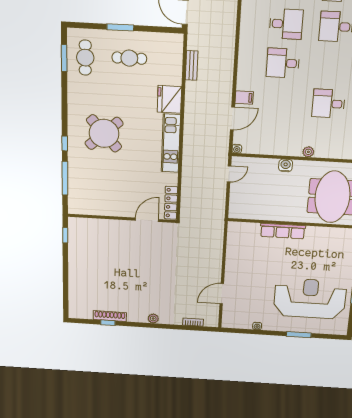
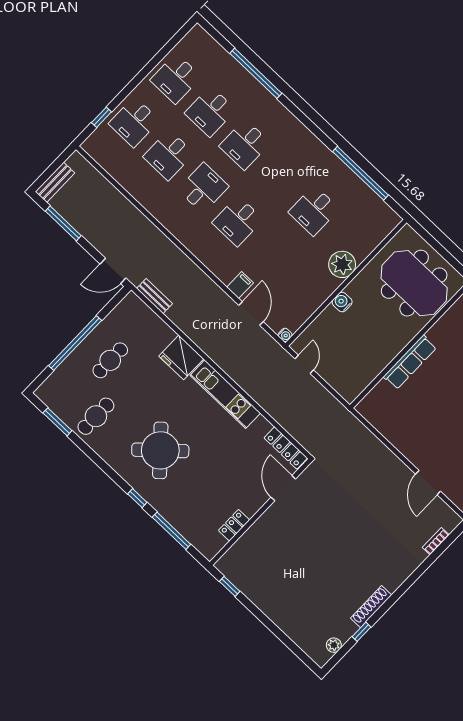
window: (120, 27) -> (75, 343), width x2.11
cafe table: (85, 58) -> (96, 416), moved, turned 90
bench: (192, 65) -> (155, 296), moved
plant: (308, 152) -> (342, 264), width x1.87, depth x1.87
locker: (101, 210) -> (234, 525), added
shoe rack: (110, 316) -> (371, 607), moved
plant: (153, 318) -> (334, 645), moved

